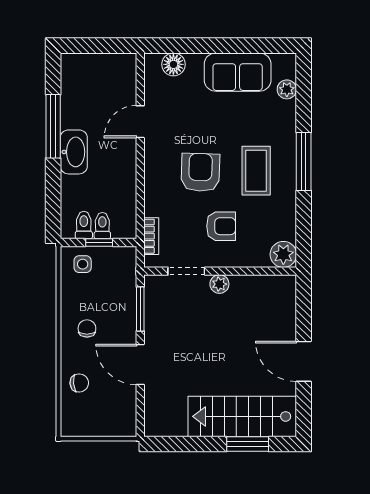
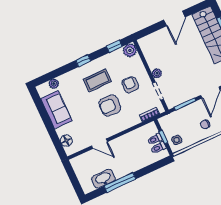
washbasin: (74, 152) -> (103, 179), moved
window: (304, 162) -> (83, 61), width x0.46
window: (304, 230) -> (114, 46), added

